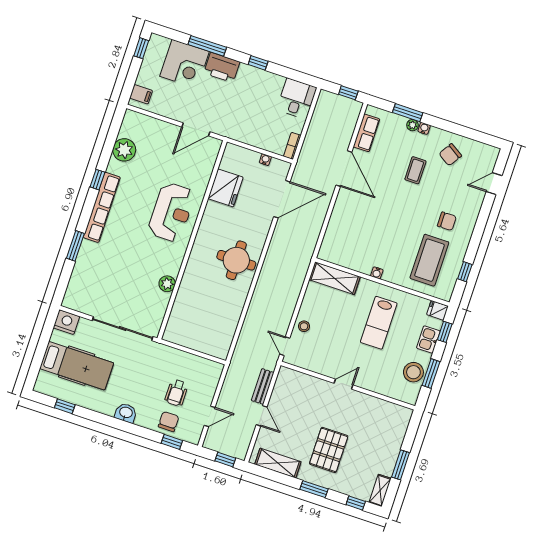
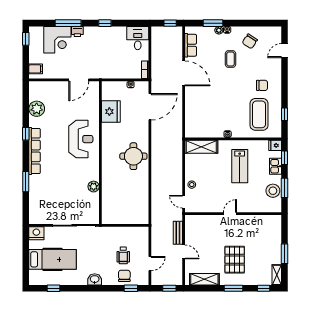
printer: (222, 67) -> (77, 32), width x0.53, depth x0.68

